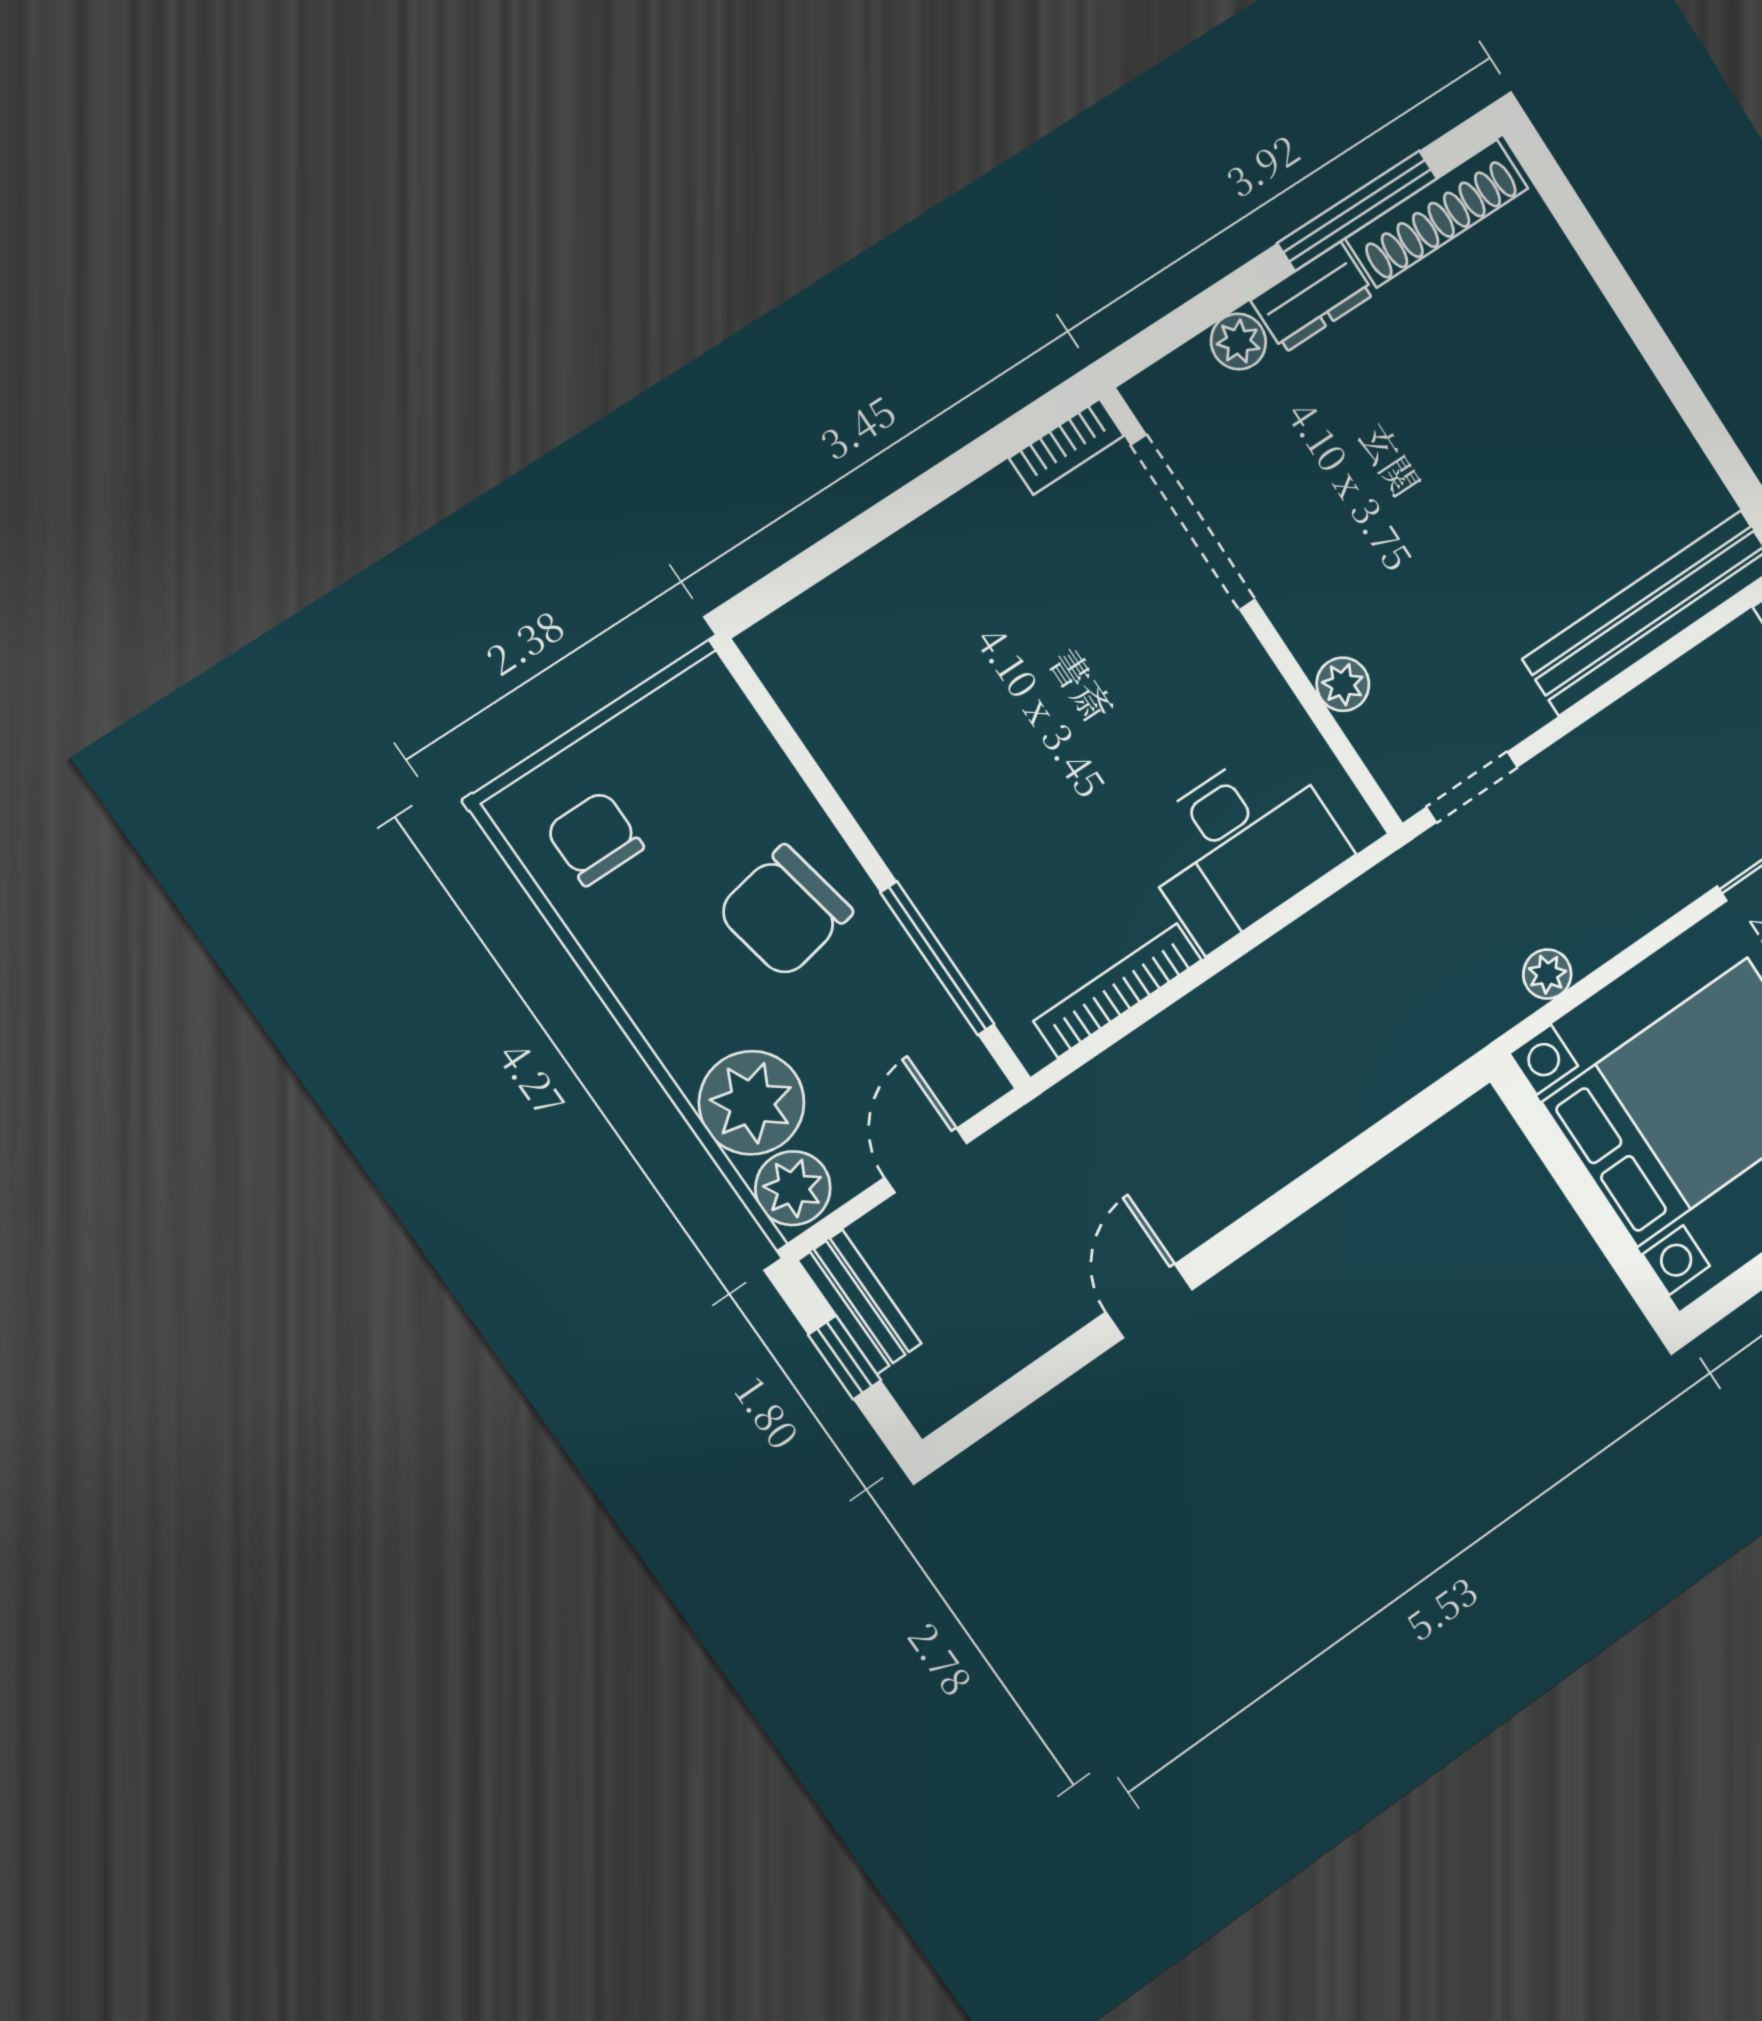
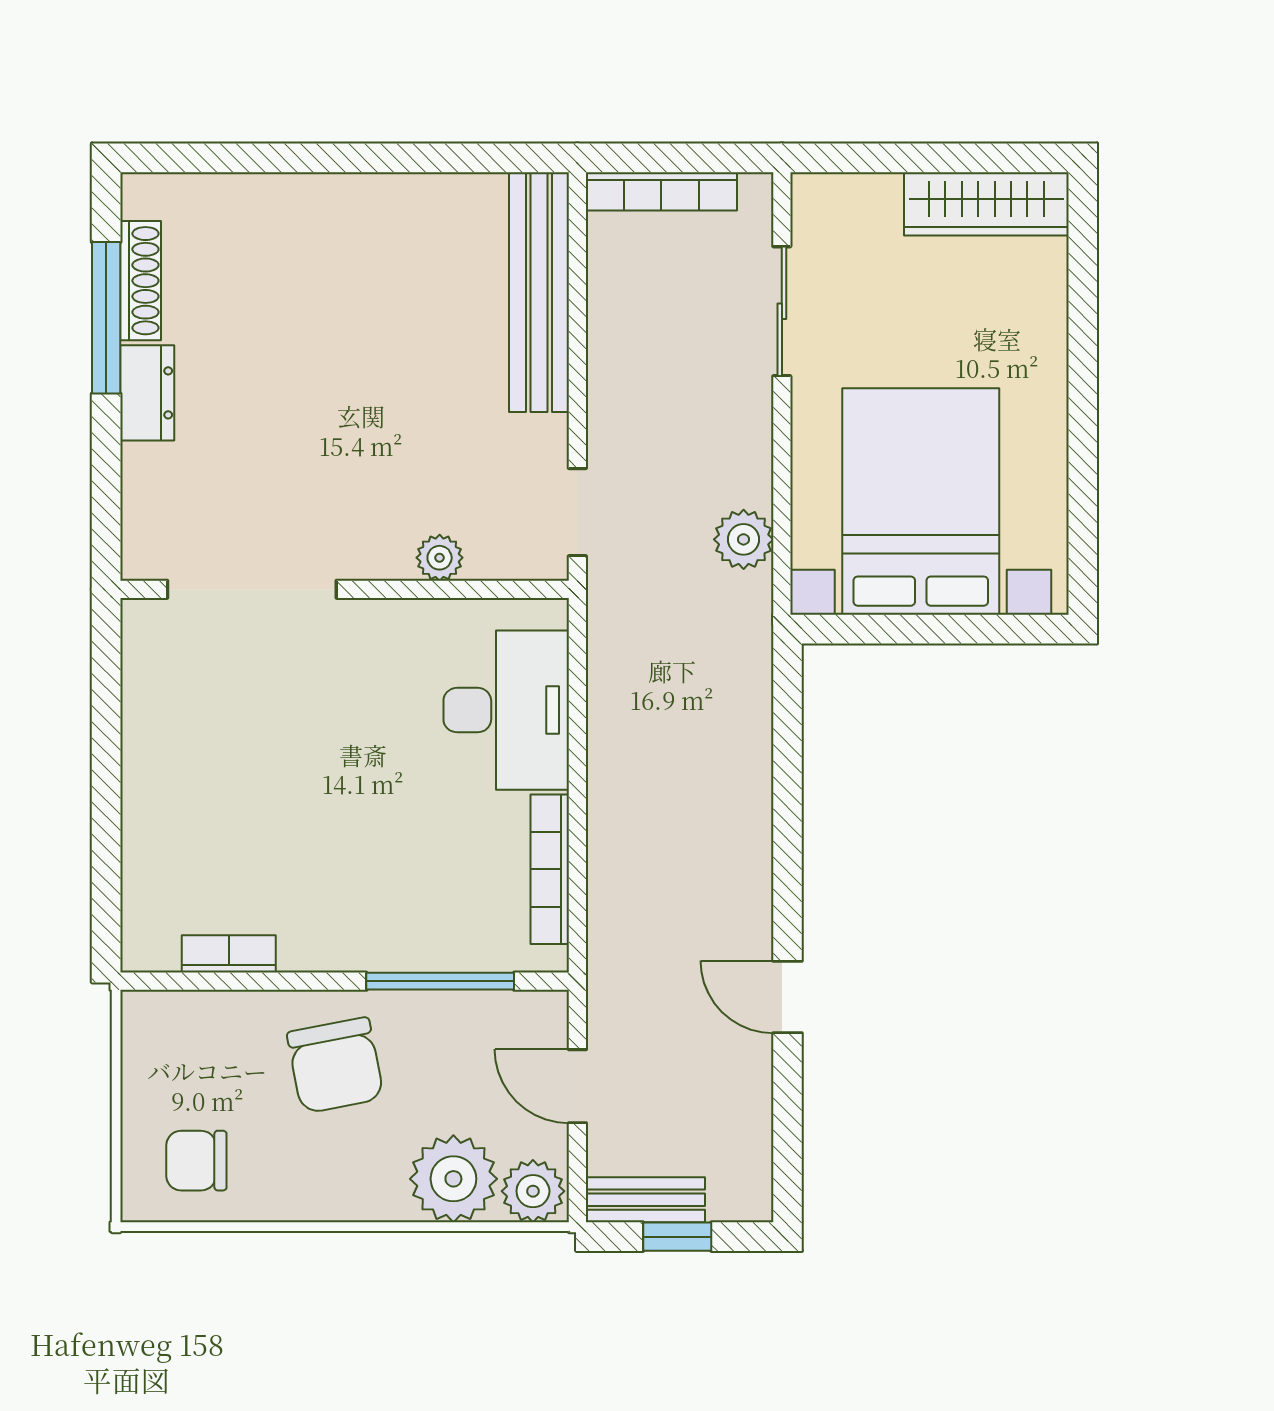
shoe rack: (1437, 213) -> (141, 281), width x0.74, depth x0.81
plant: (1238, 342) -> (144, 469), removed
bookcase: (1067, 447) -> (229, 954), moved, turned -90
plant: (1547, 974) -> (744, 539), width x1.38, depth x1.38

